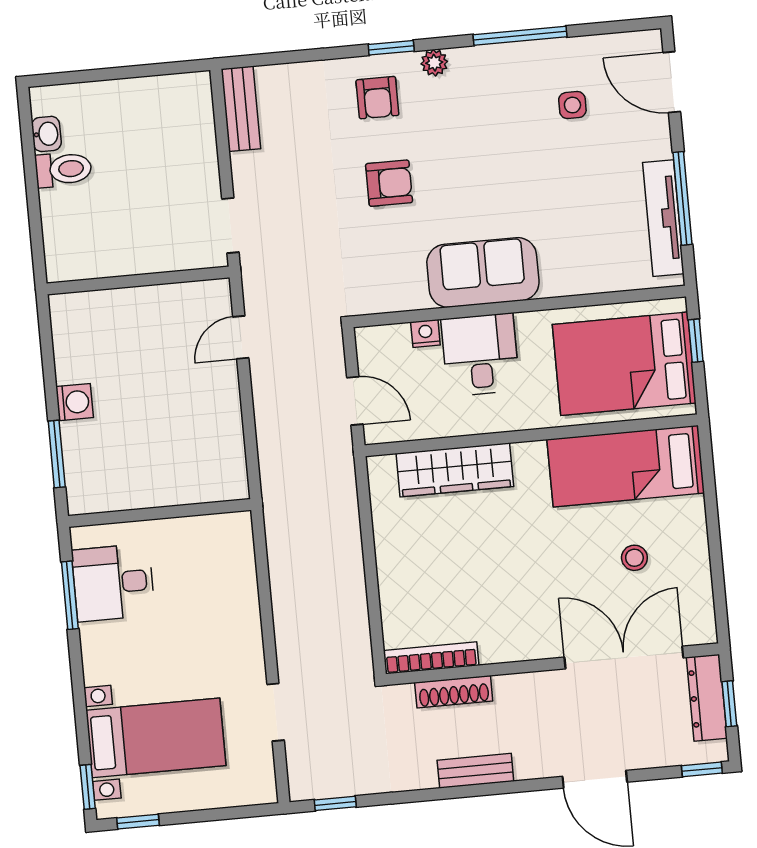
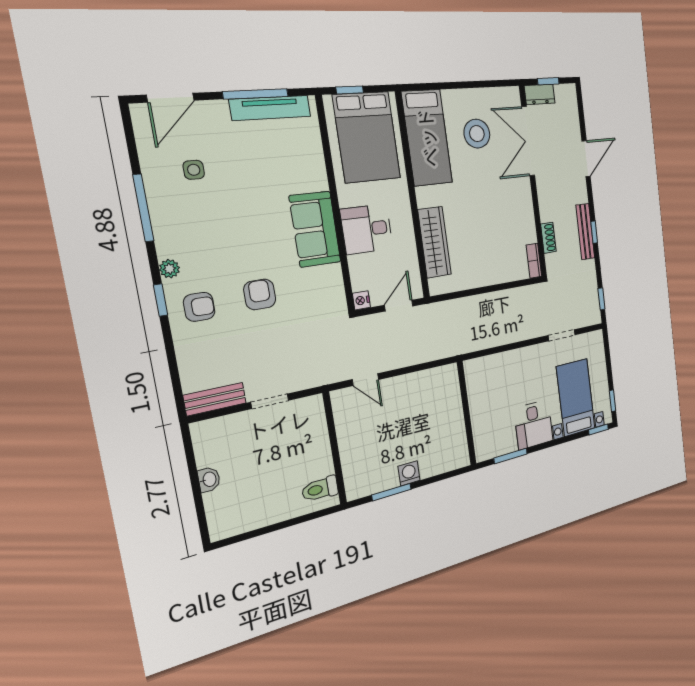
washbasin: (46, 134) -> (209, 479), moved, turned 90
toilet: (63, 169) -> (320, 489), moved, turned -90
doorway: (230, 225) -> (270, 401), moved
nightstand: (425, 333) -> (361, 300), moved
window: (57, 454) -> (391, 492), moved
stool: (634, 558) -> (477, 134), width x1.89, depth x1.89
desk: (113, 583) -> (534, 425), moved
bookcase: (431, 658) -> (534, 261), width x0.64
shoe rack: (454, 692) -> (548, 238), width x0.70
dresser: (707, 698) -> (540, 94), width x0.70
window: (702, 769) -> (594, 232), moved
bench: (475, 771) -> (585, 232), width x1.36

